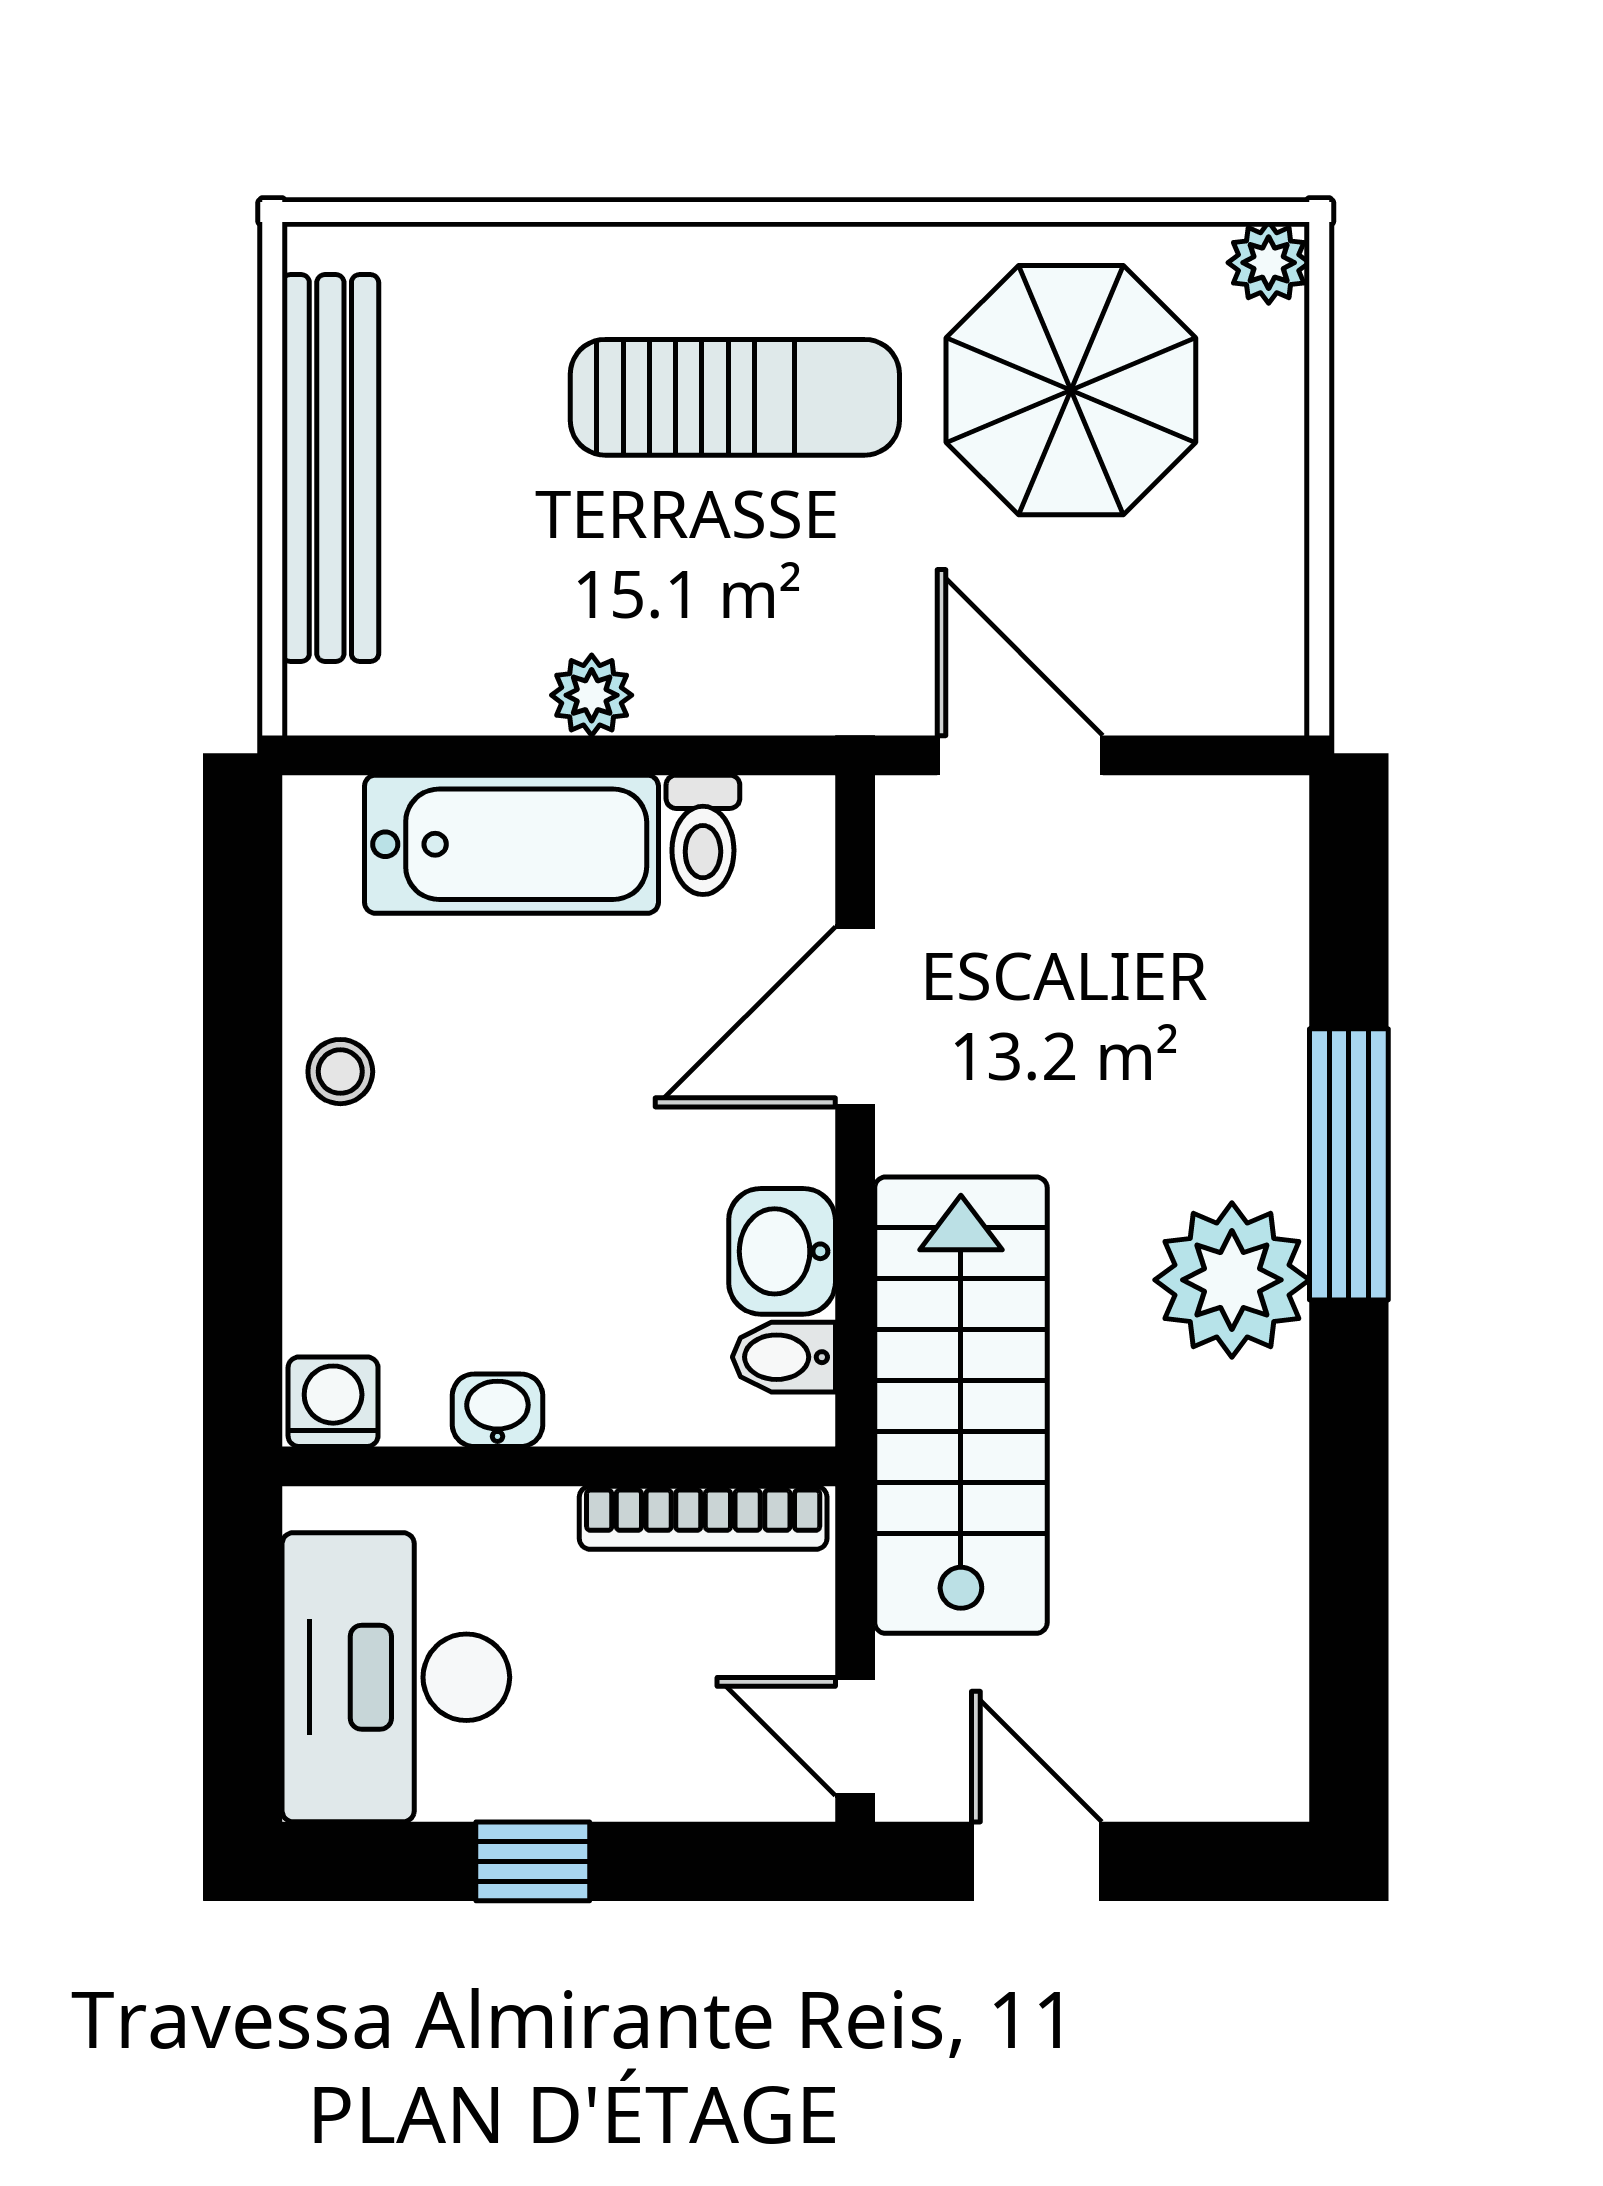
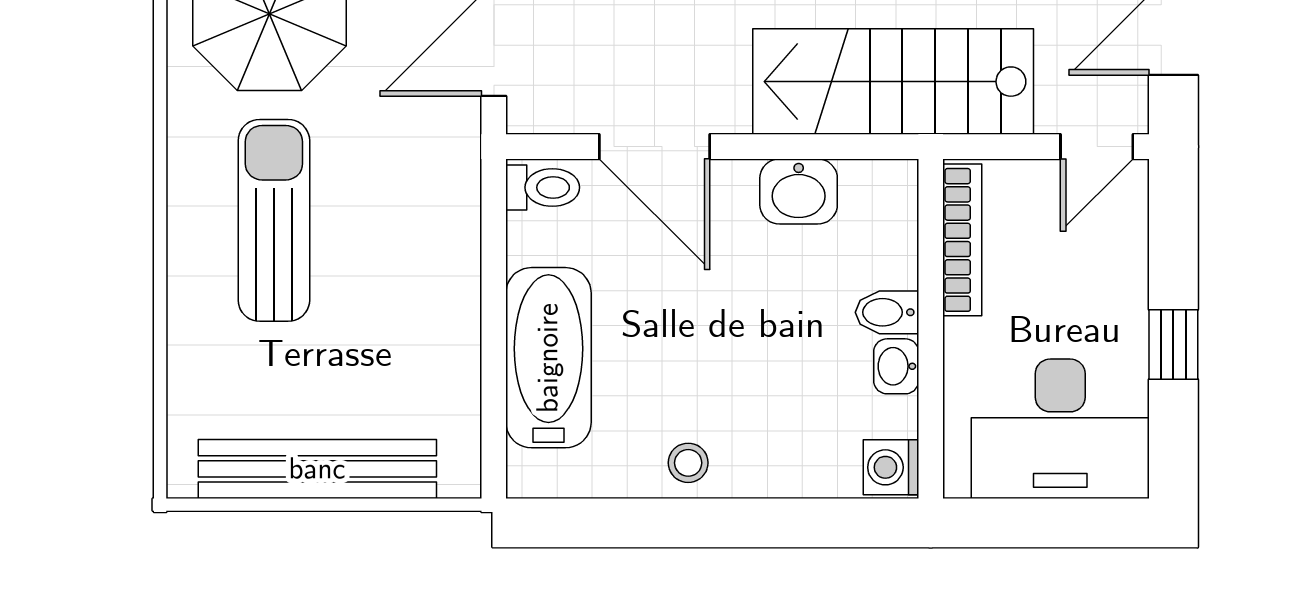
plant: (592, 695) -> (457, 308), removed
toilet: (703, 835) -> (543, 187), moved
bidet: (784, 1357) -> (887, 312), moved, turned 90

